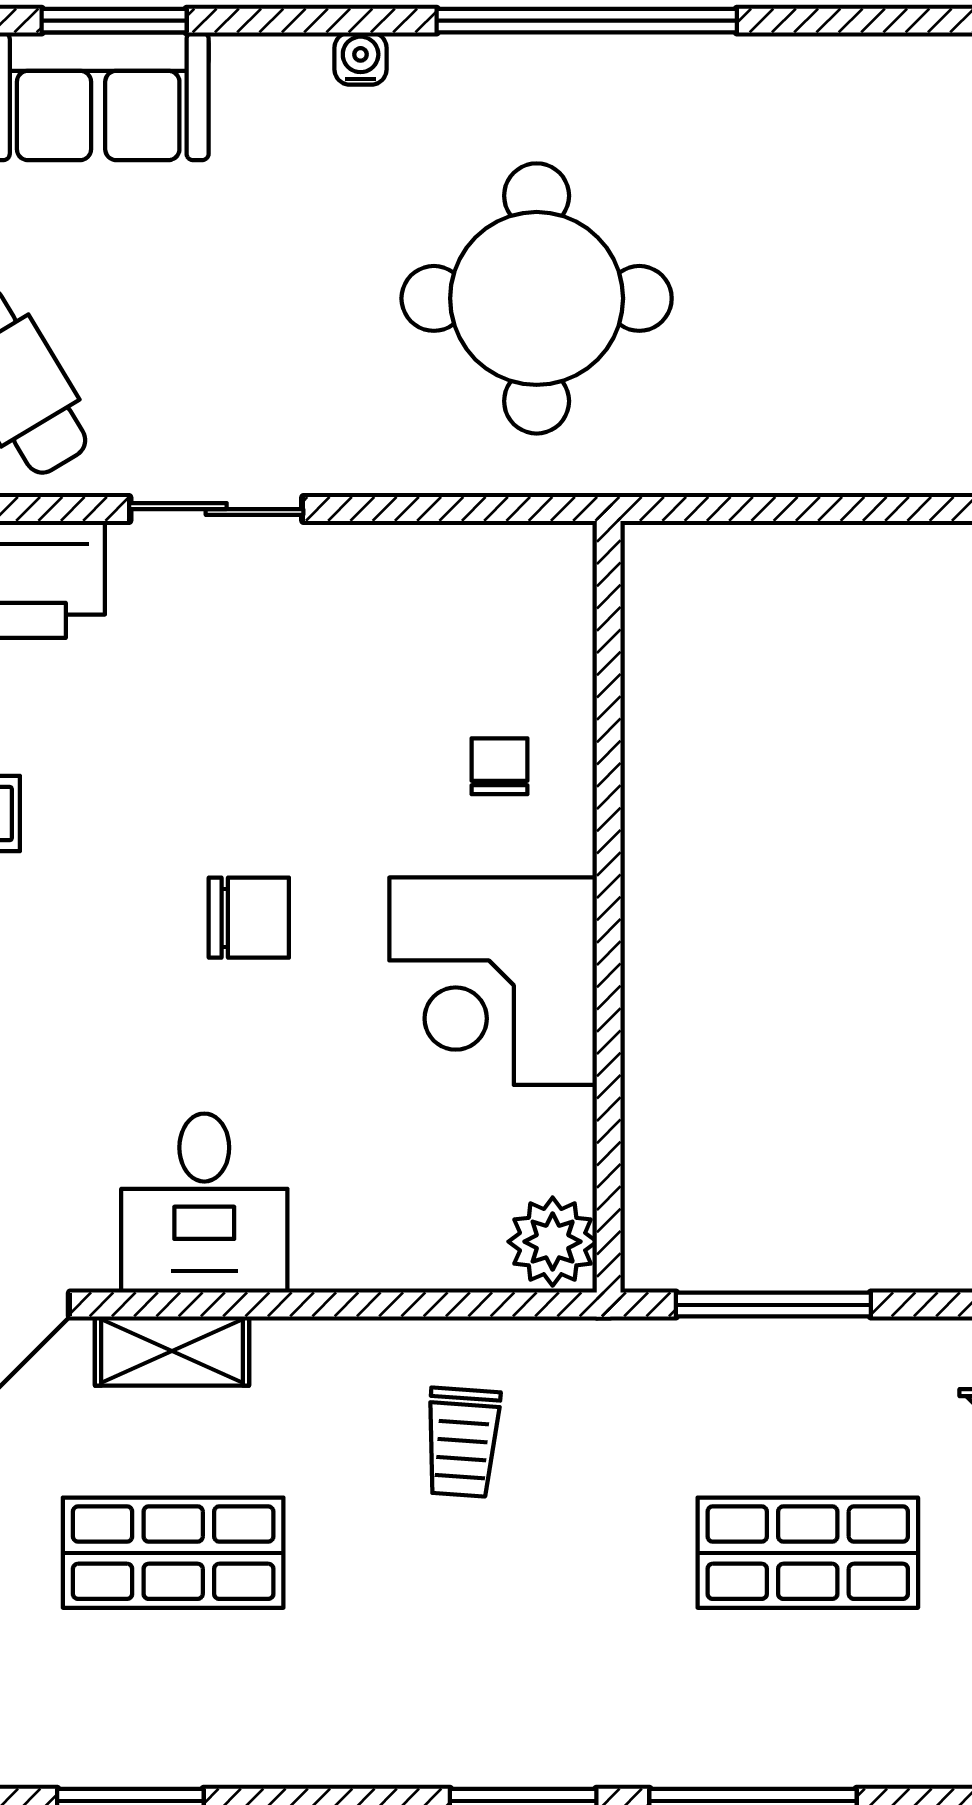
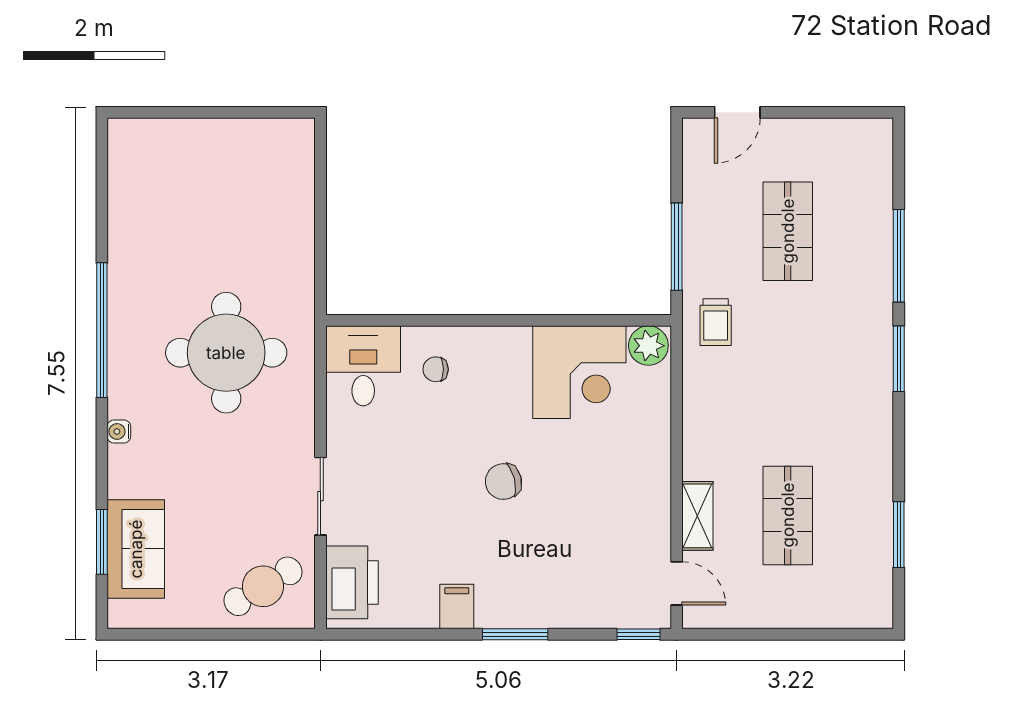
chair: (249, 918) -> (503, 482), turned -104
corner desk: (493, 981) -> (579, 372), moved
desk: (204, 1203) -> (363, 366), moved, turned -90
trolley: (462, 1442) -> (716, 322), moved, turned 86

